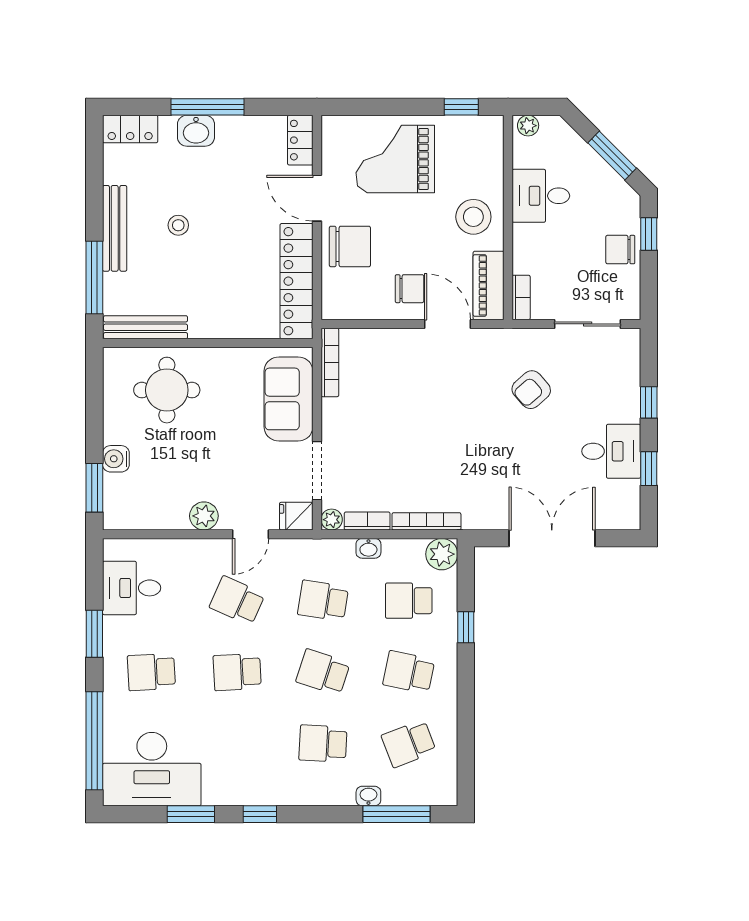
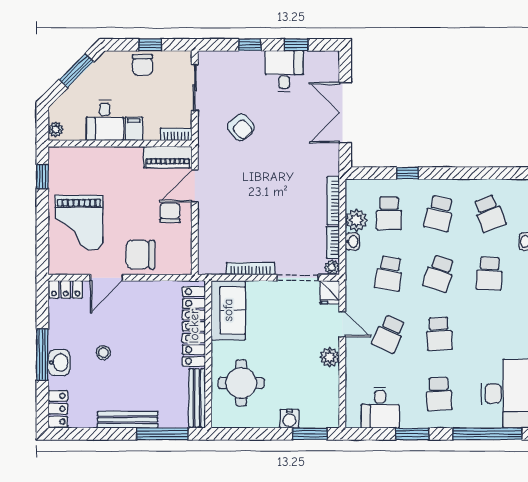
stool: (473, 217) -> (120, 168), removed
stool: (178, 225) -> (103, 353), moved
window: (649, 234) -> (150, 45), moved
filing cabinet: (529, 237) -> (134, 129), added
chair: (350, 246) -> (140, 255), turned -90
locker: (296, 281) -> (194, 326), moved, turned 90
bookcase: (330, 362) -> (251, 269), moved
sofa: (288, 399) -> (228, 310), moved, turned -90
plant: (442, 554) -> (356, 220), moved

